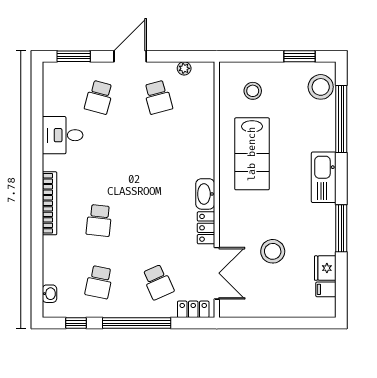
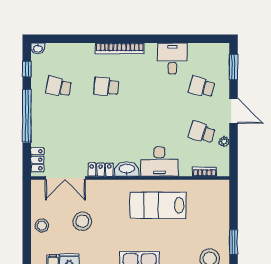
plant: (184, 68) -> (224, 142), moved
stool: (253, 91) -> (42, 226), moved
bookcase: (208, 94) -> (205, 172), added
school desk: (158, 97) -> (202, 132), turned 33
desk: (196, 152) -> (159, 162), added
school desk: (158, 282) -> (59, 132), removed
washbasin: (50, 294) -> (38, 48), moved

